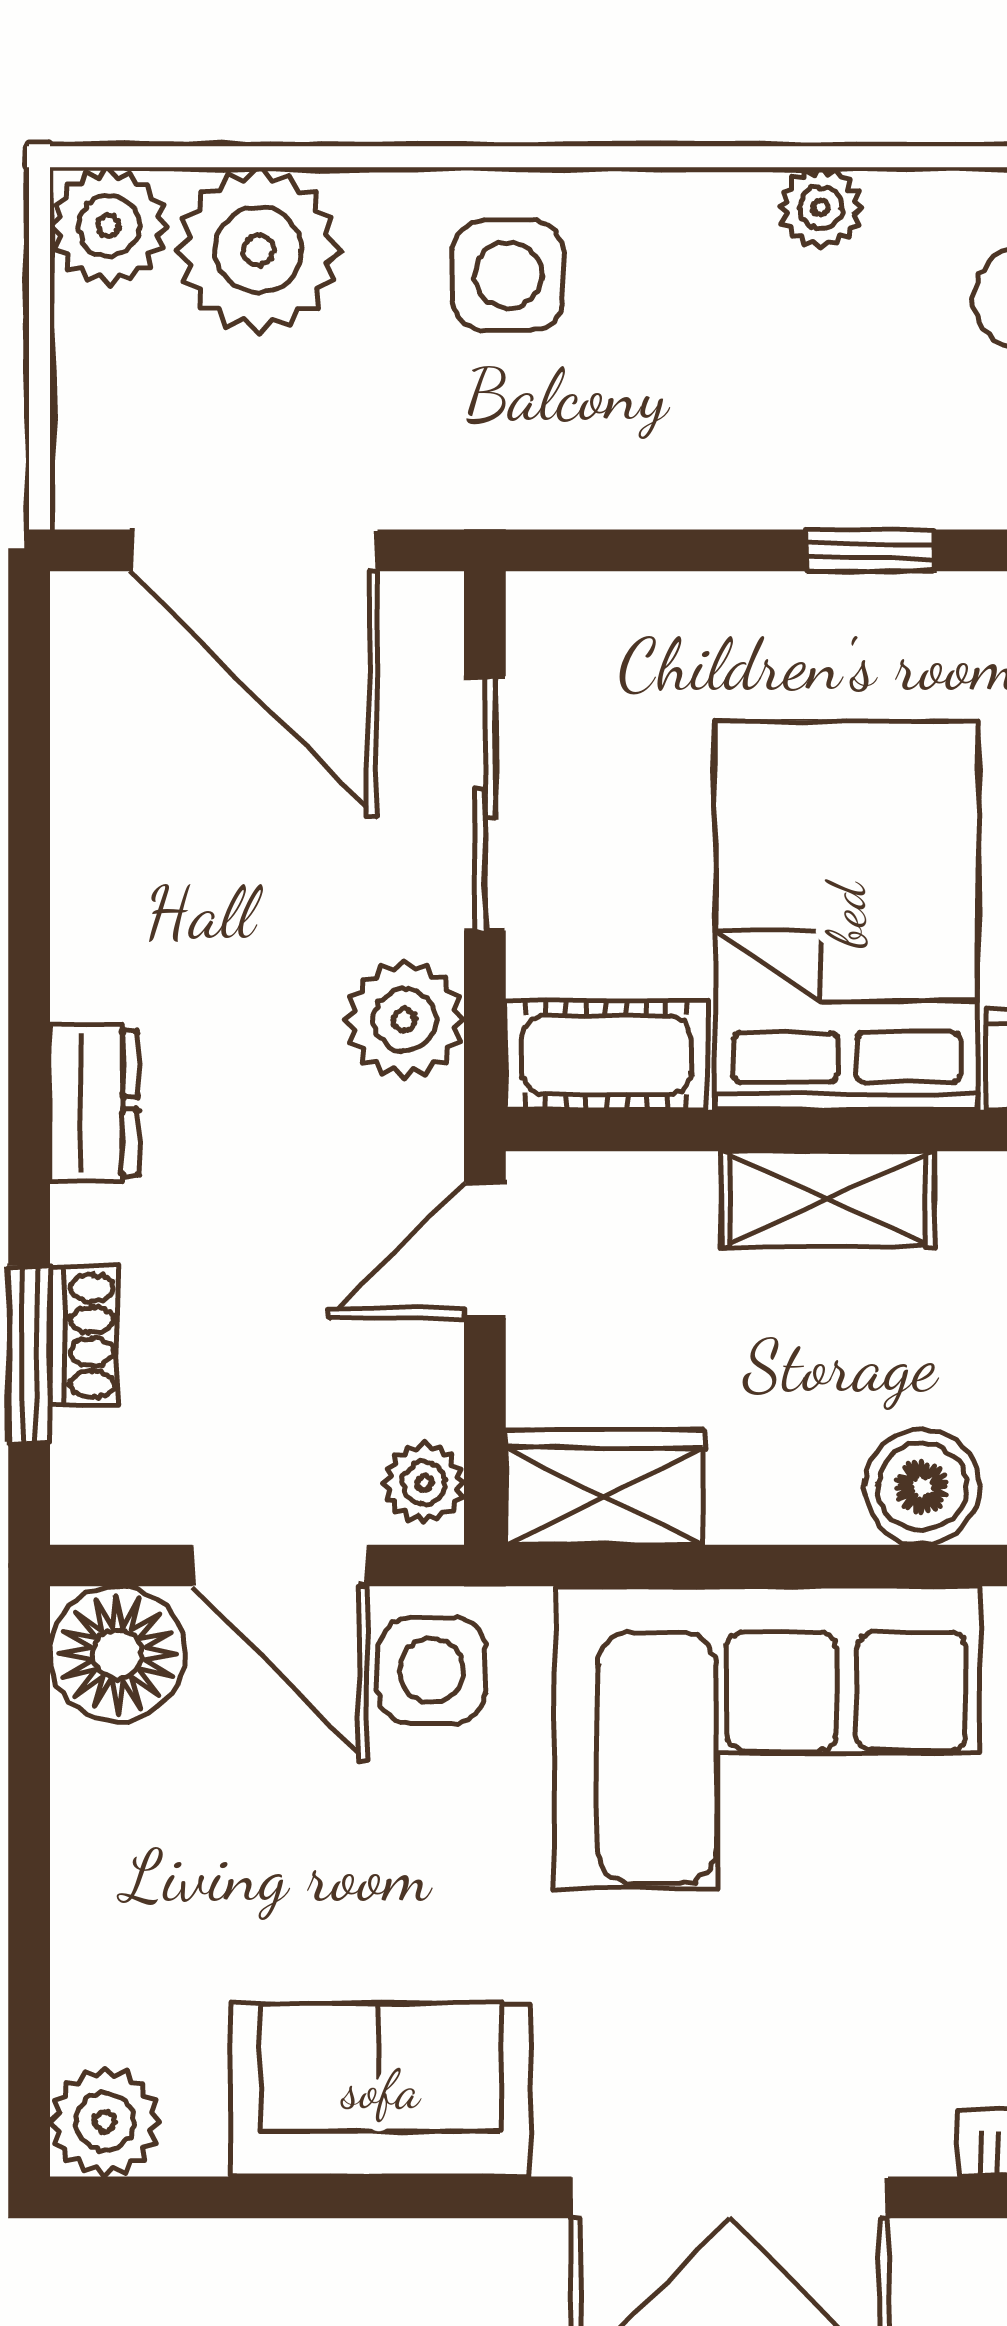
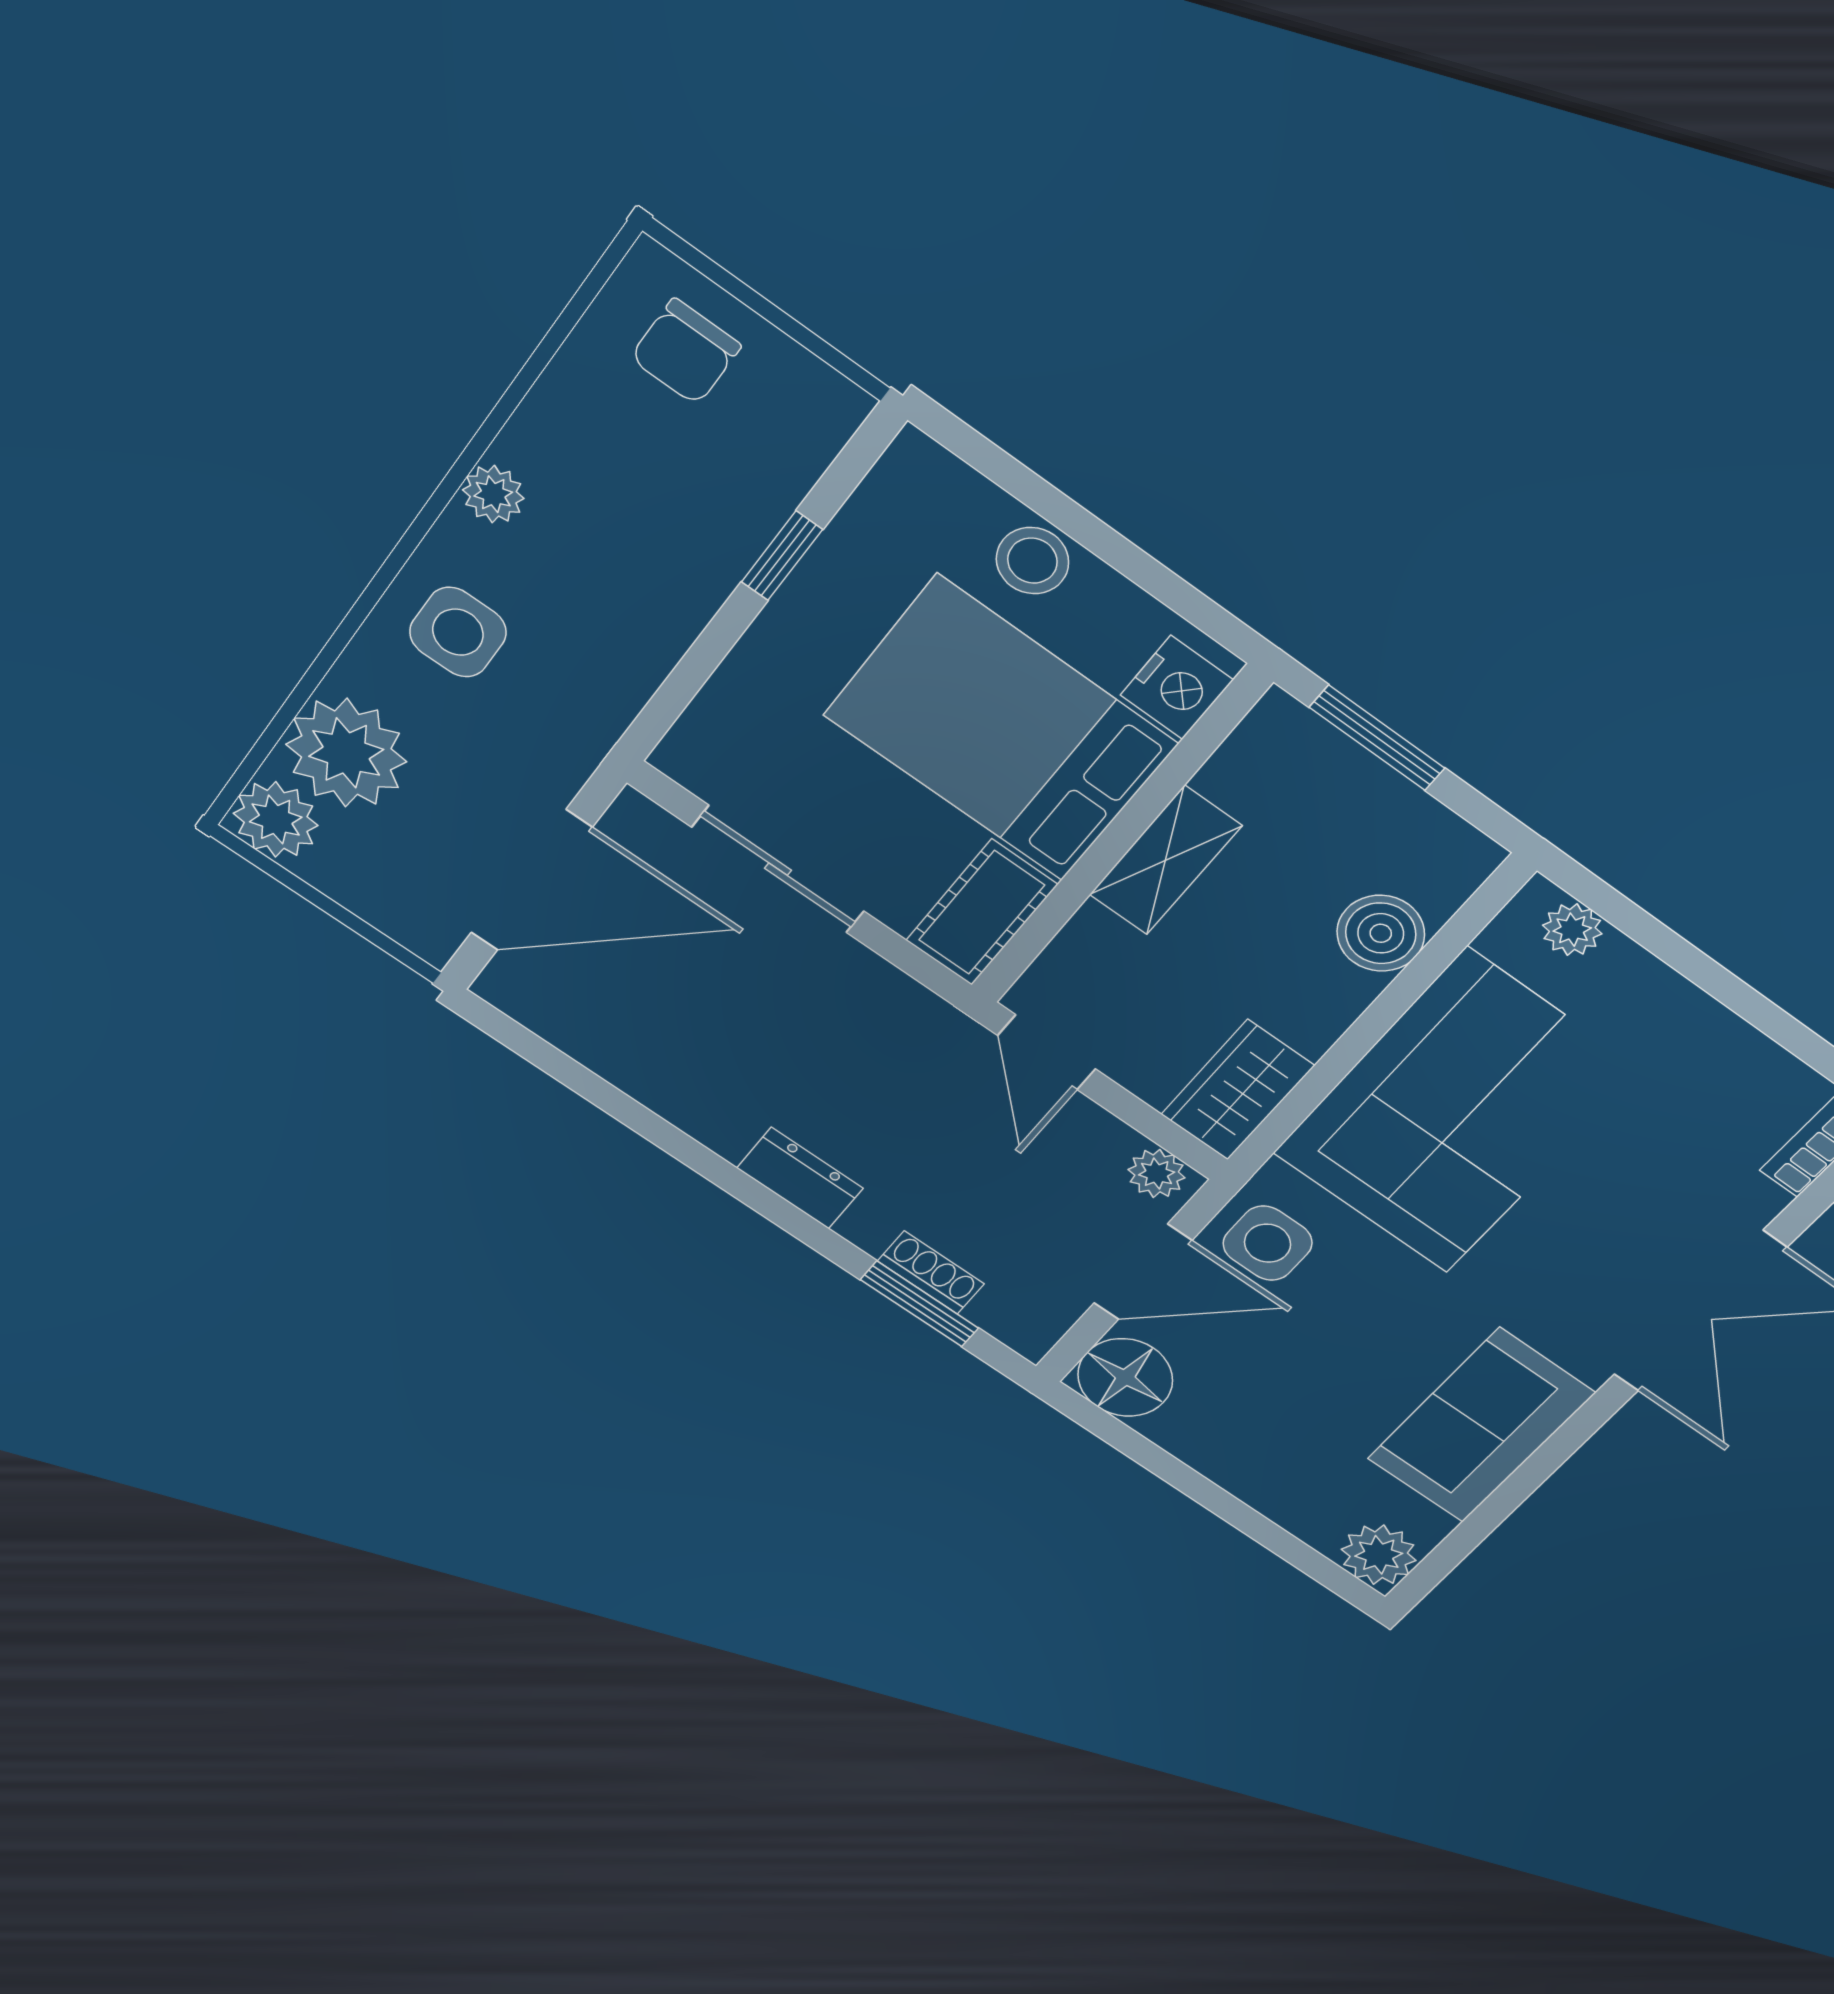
plant: (821, 208) -> (493, 494), moved
plant: (404, 1020) -> (876, 998), removed

